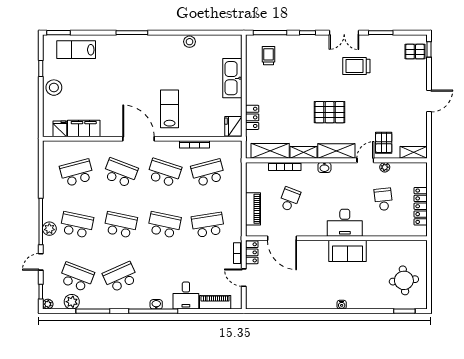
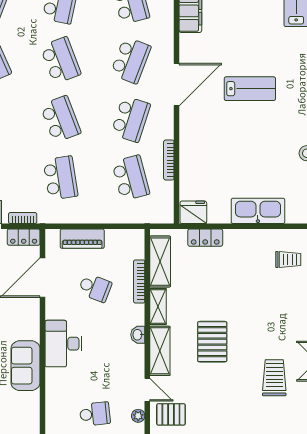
lab bench: (170, 109) -> (250, 89), moved
desk: (345, 223) -> (63, 344), moved
school desk: (120, 225) -> (61, 60), turned -33
school desk: (164, 225) -> (61, 119), turned -33

